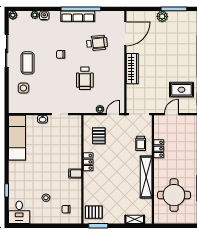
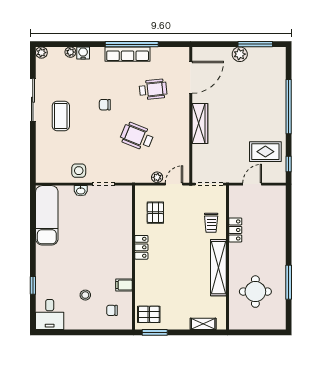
wheelchair: (85, 78) -> (137, 136), turned 112
side table: (23, 88) -> (79, 171), moved
filing cabinet: (75, 174) -> (124, 285), moved
round table: (174, 195) -> (255, 292), width x0.73, depth x0.73

